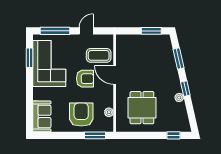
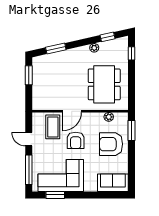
armchair: (85, 79) -> (76, 140), turned 180
window: (185, 89) -> (107, 37), moved
dining table: (142, 108) -> (104, 84), width x1.37

